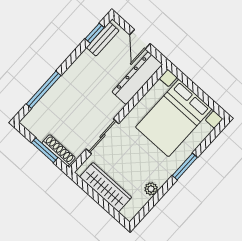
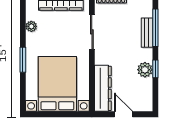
window: (95, 33) -> (155, 69), moved
bench: (103, 39) -> (147, 33), moved
plant: (86, 61) -> (145, 70), added

